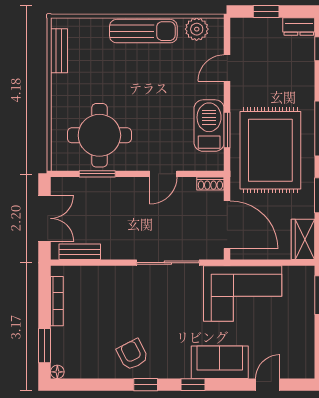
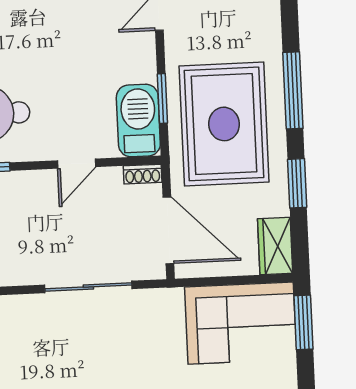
barbecue: (209, 126) -> (138, 121), moved
corner sofa: (243, 293) -> (241, 323), moved

